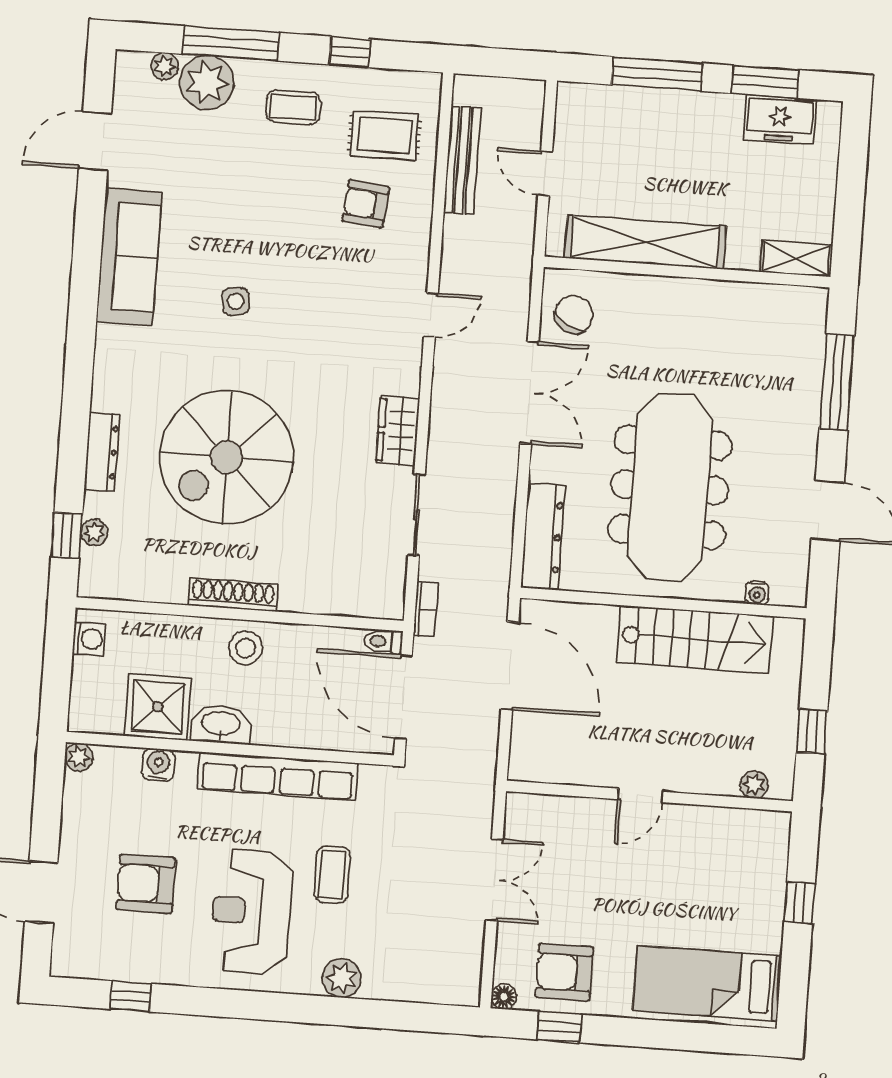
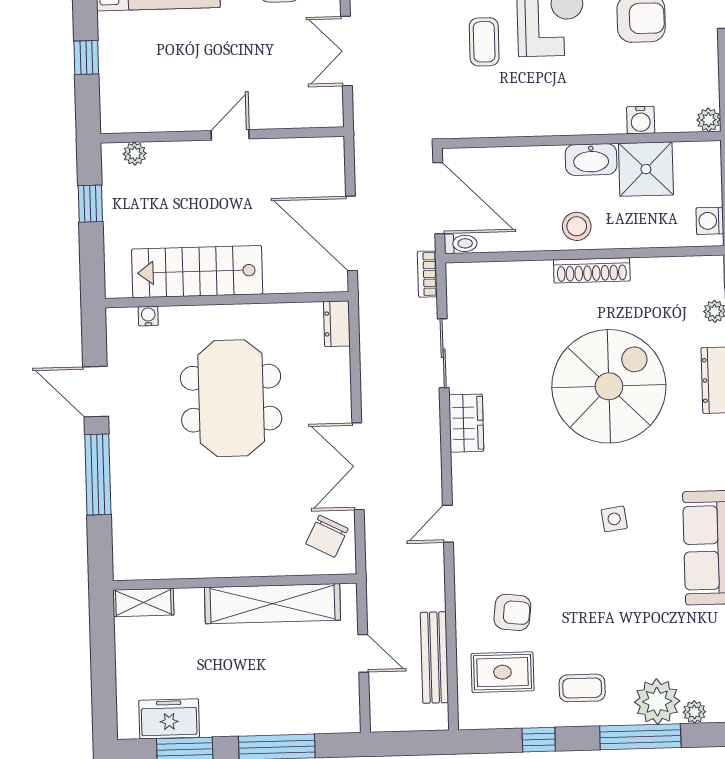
window: (837, 382) -> (98, 474), moved
meeting table: (670, 487) -> (231, 398), width x0.73
dresser: (543, 537) -> (337, 324), width x0.51, depth x0.80
row of seats: (278, 776) -> (539, 120), removed

